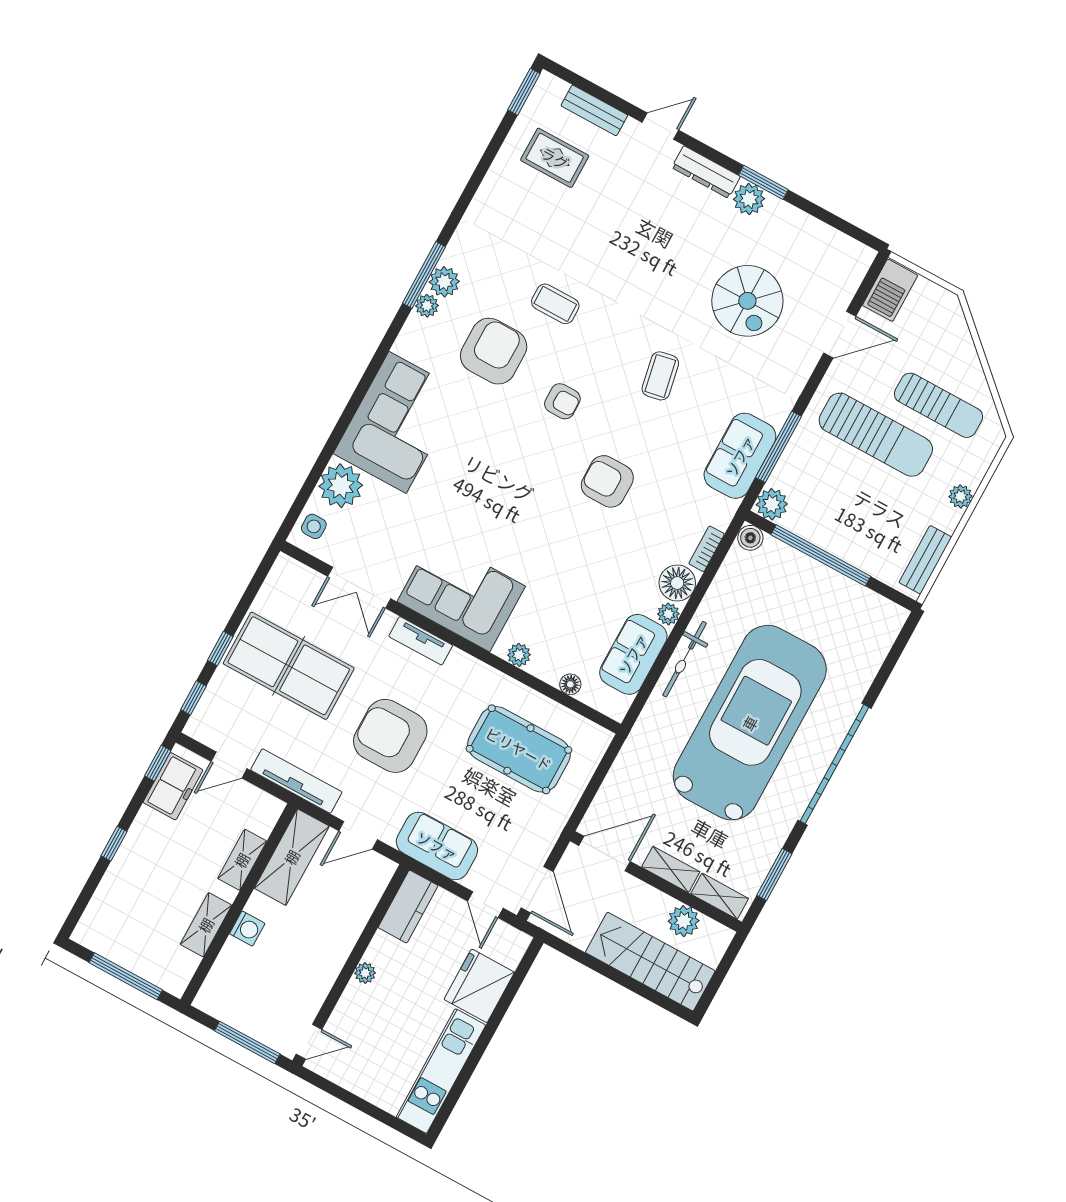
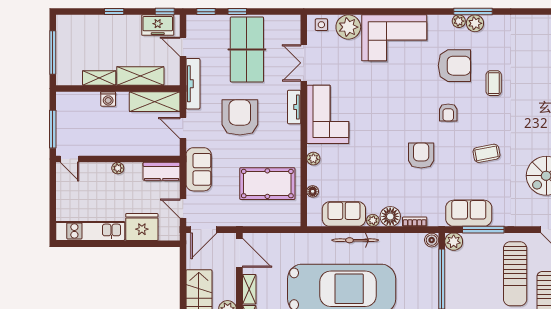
pool table: (519, 749) -> (267, 184), turned 90
shelving: (242, 860) -> (140, 76), width x1.50, depth x1.33
door: (485, 905) -> (183, 208), hinge flipped

